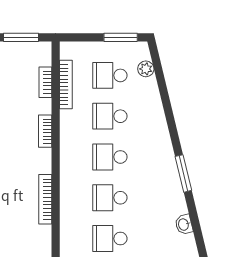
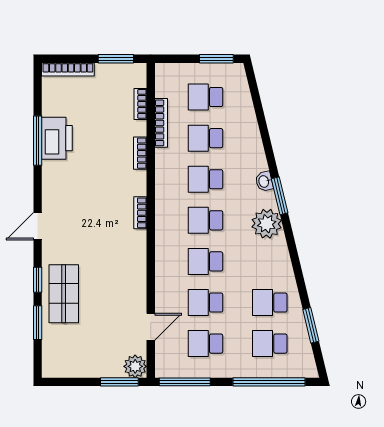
plant: (146, 69) -> (267, 224), moved, width x1.88, depth x1.88
bookcase: (66, 85) -> (161, 123), moved
bookcase: (45, 199) -> (140, 213), width x0.64
washbasin: (184, 224) -> (264, 181), moved

